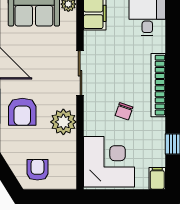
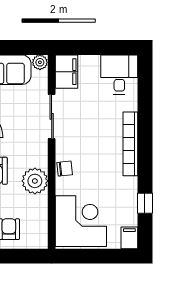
sliding door: (80, 73) -> (52, 116), moved
chair: (124, 111) -> (65, 169), moved, turned -115

